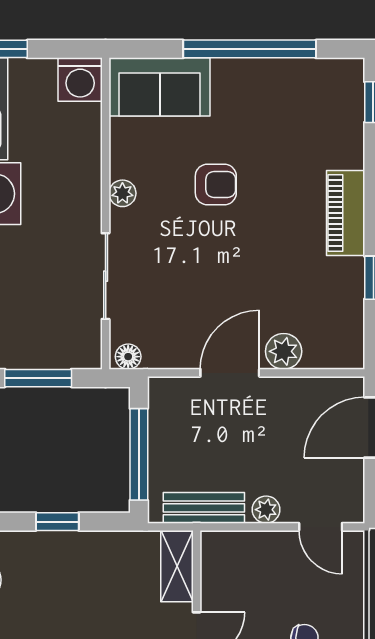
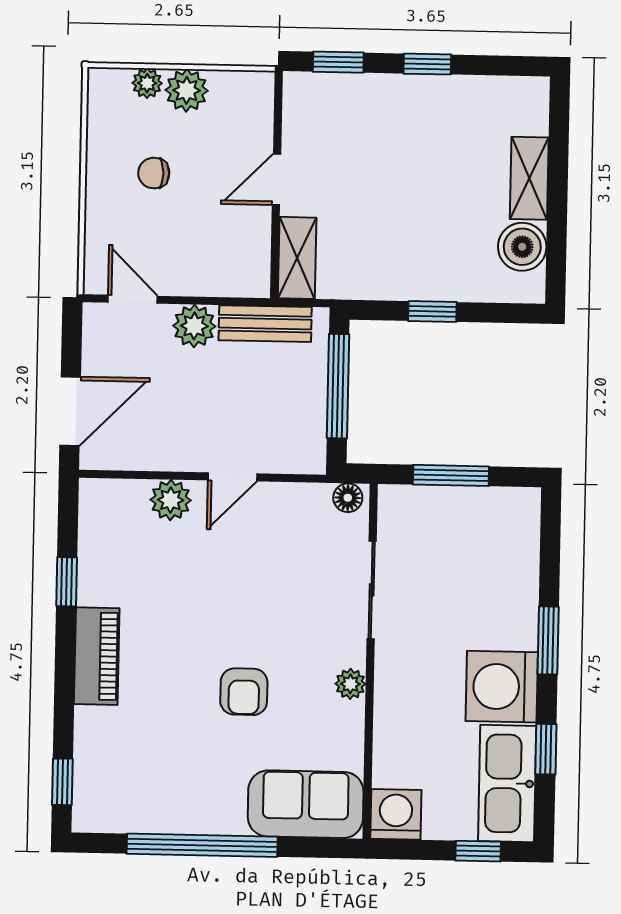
armchair: (216, 184) -> (244, 692), turned -90
door: (230, 373) -> (232, 477), width x0.73
plant: (266, 510) -> (194, 326), width x1.38, depth x1.38

